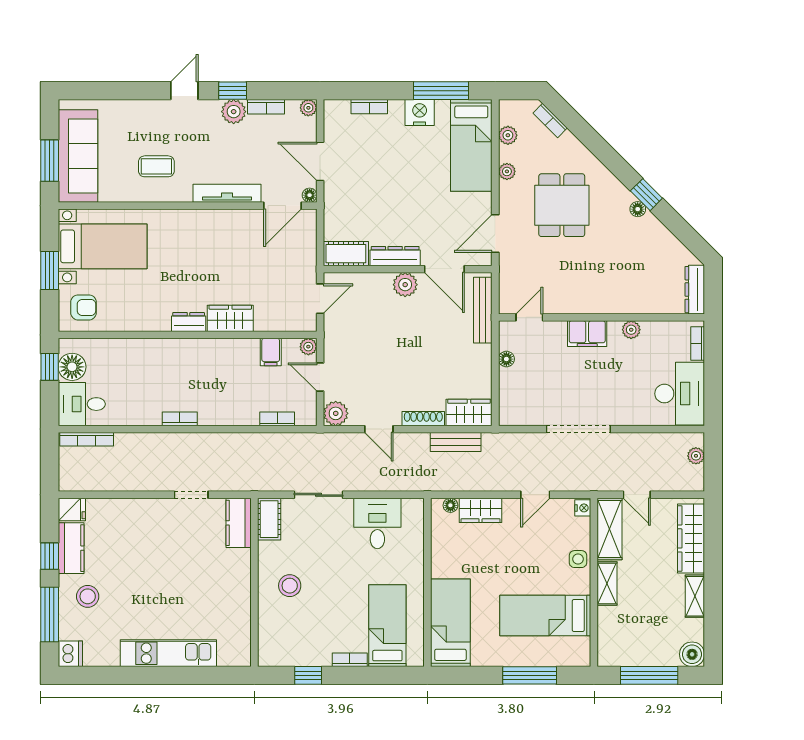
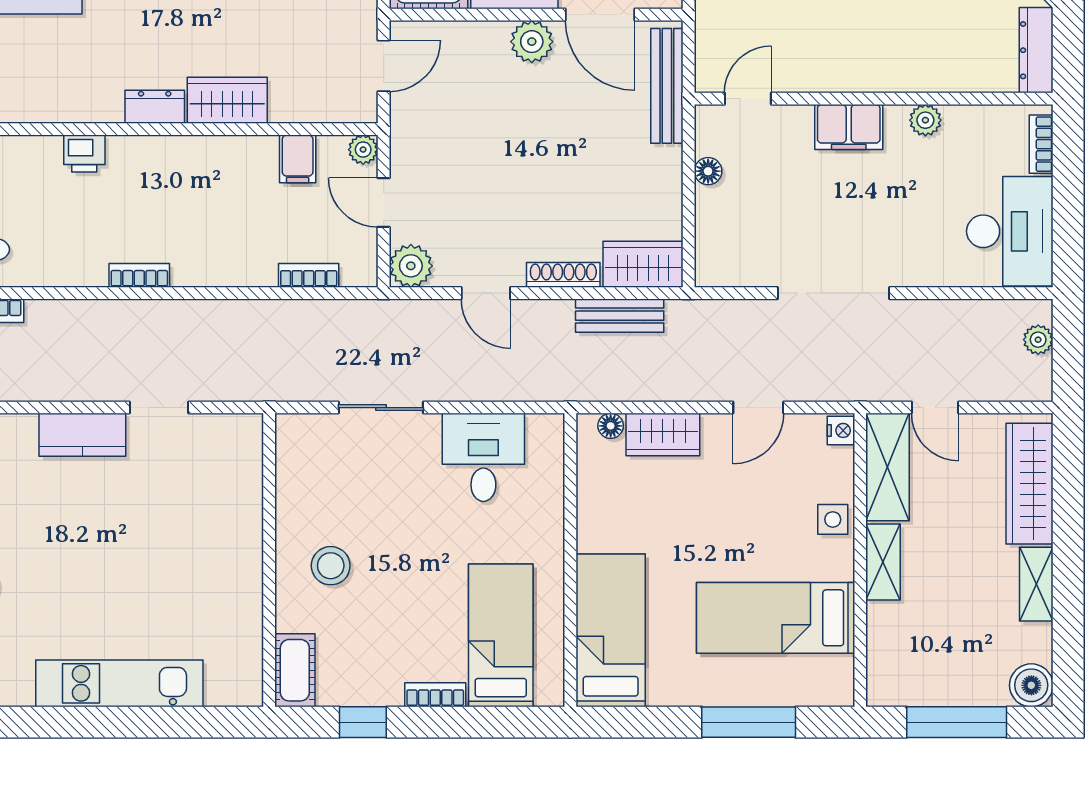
printer: (148, 349) -> (84, 154), added
cot: (269, 519) -> (295, 670), moved
kitchen counter: (239, 523) -> (82, 435), moved, turned -90

